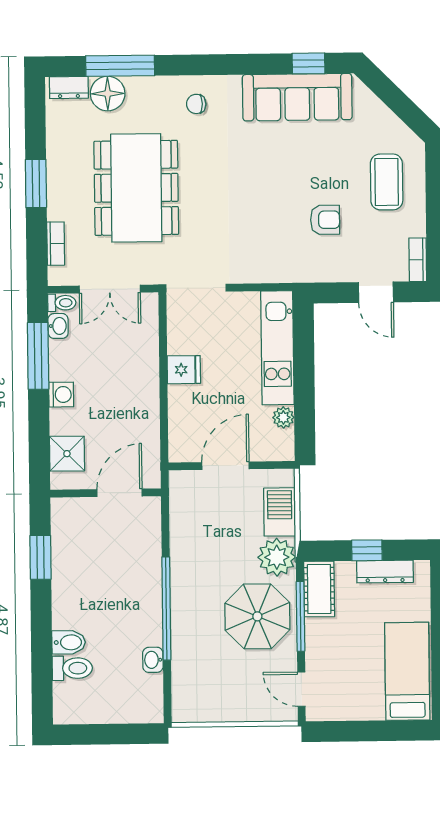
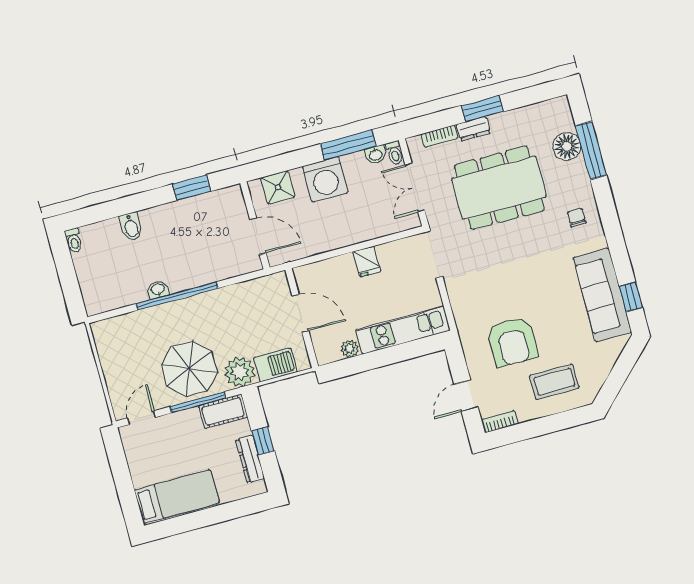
dresser: (69, 88) -> (473, 129), moved, turned -90
armchair: (325, 220) -> (512, 341), width x1.88, depth x1.88
washing machine: (61, 395) -> (325, 179), width x1.89, depth x1.89
washbasin: (153, 660) -> (158, 290), moved
toilet: (72, 668) -> (74, 240), moved, width x0.73, depth x0.72

